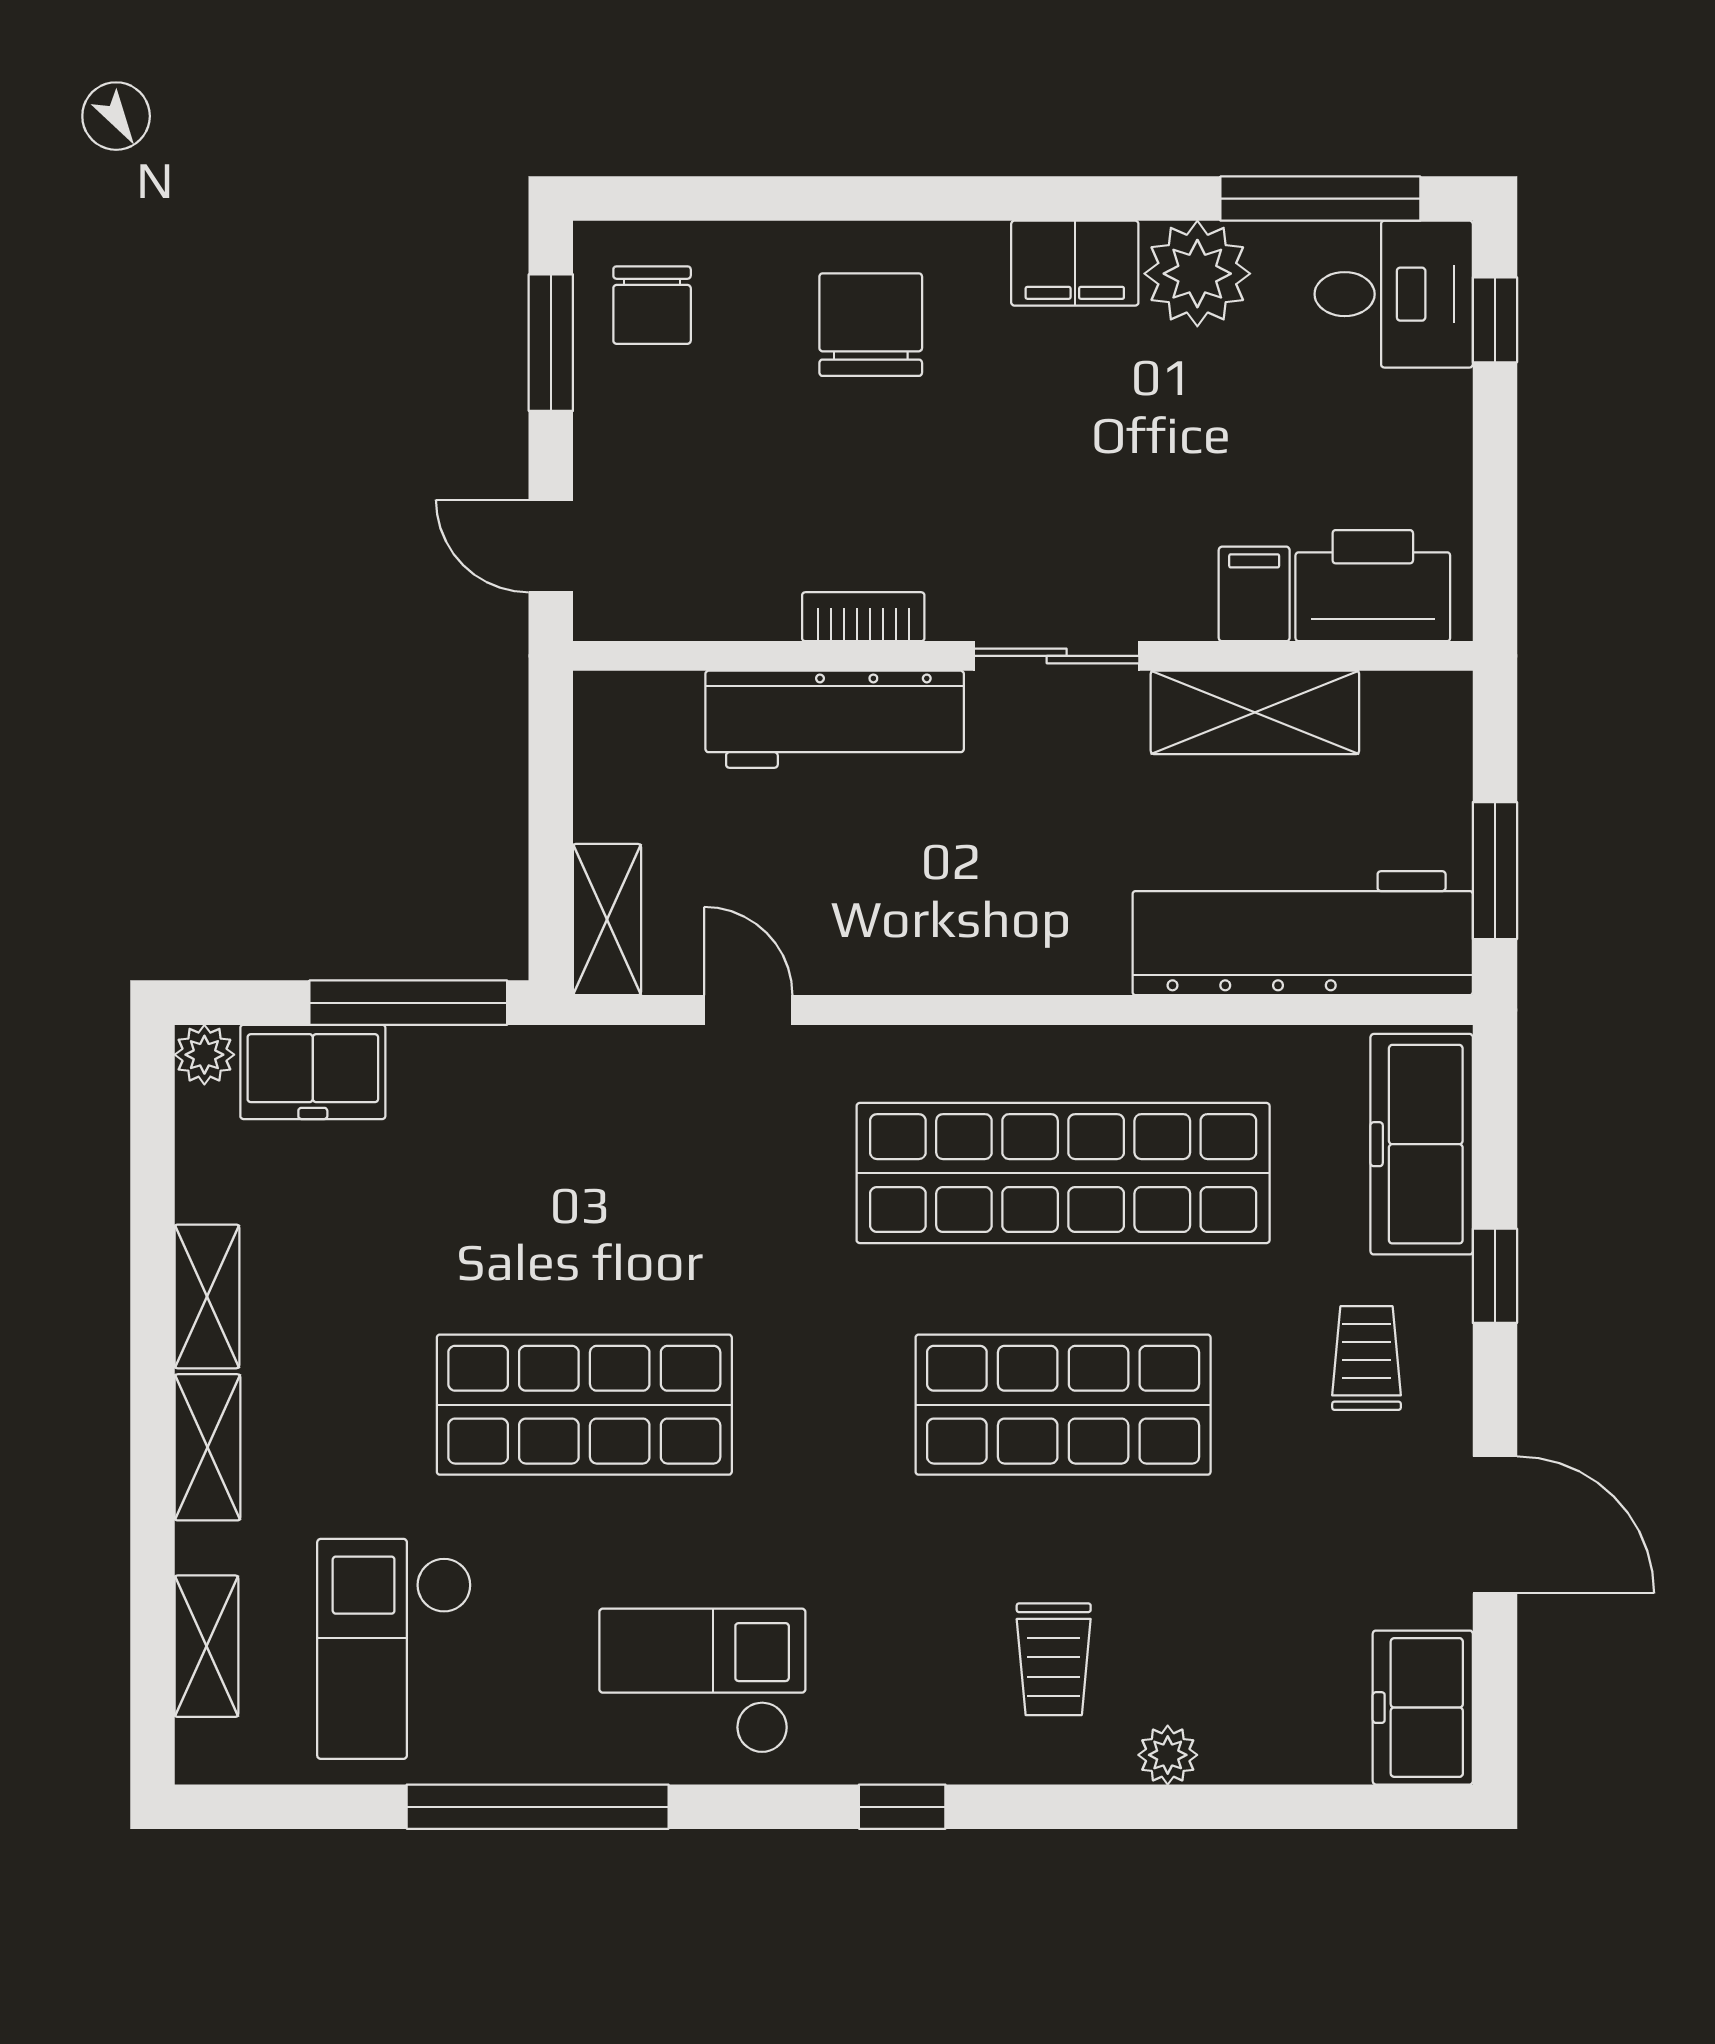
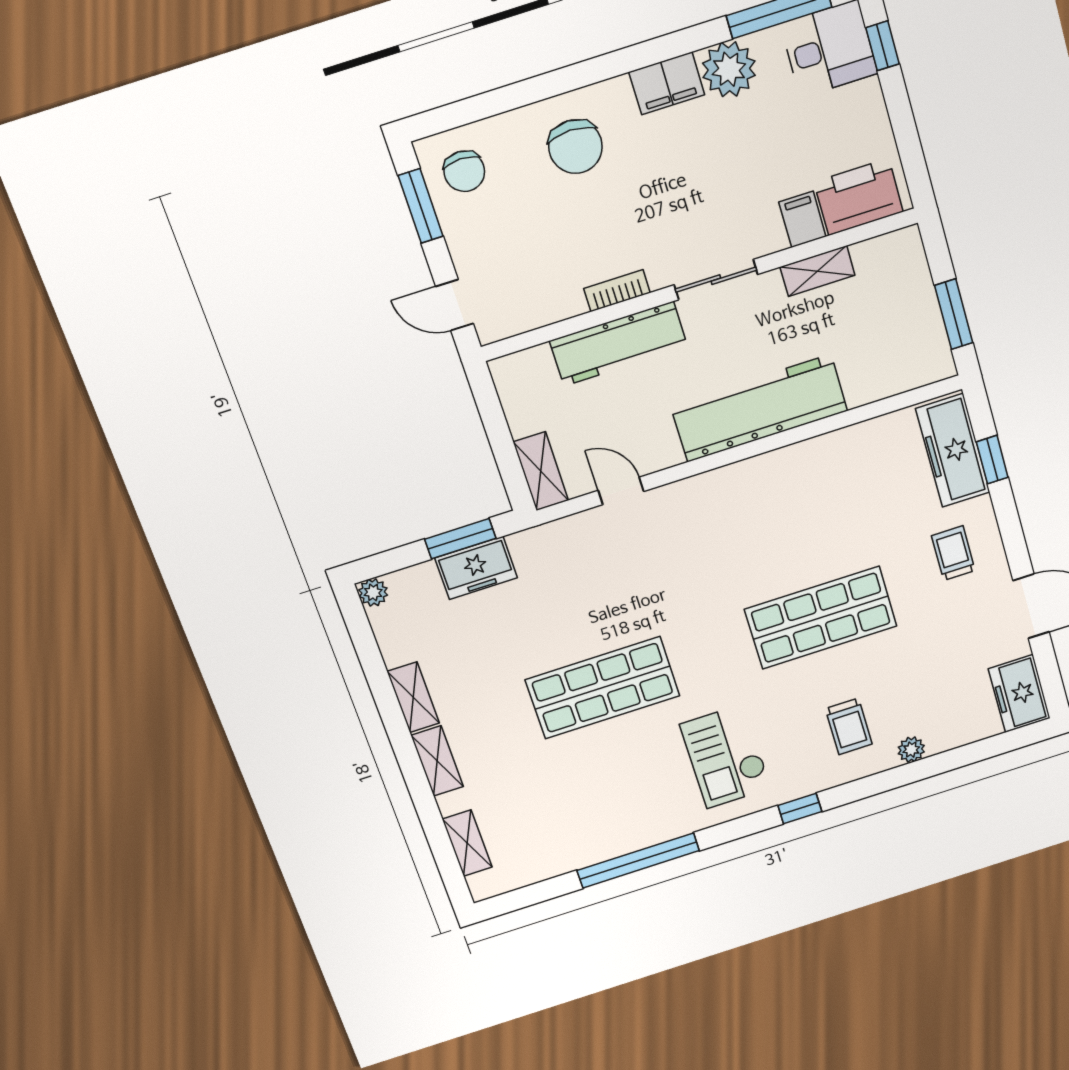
chair: (871, 325) -> (575, 147), turned 180
shelving: (1255, 712) -> (818, 271), width x0.67, depth x0.75
workbench: (1303, 933) -> (759, 408), moved
window: (408, 1003) -> (460, 539), width x0.69
freezer: (313, 1072) -> (476, 568), moved
shop shelf: (1063, 1173) -> (790, 517), removed
window: (1495, 1276) -> (992, 460), moved
checkout: (394, 1649) -> (552, 817), removed
checkout: (702, 1681) -> (726, 756), moved, turned -90

